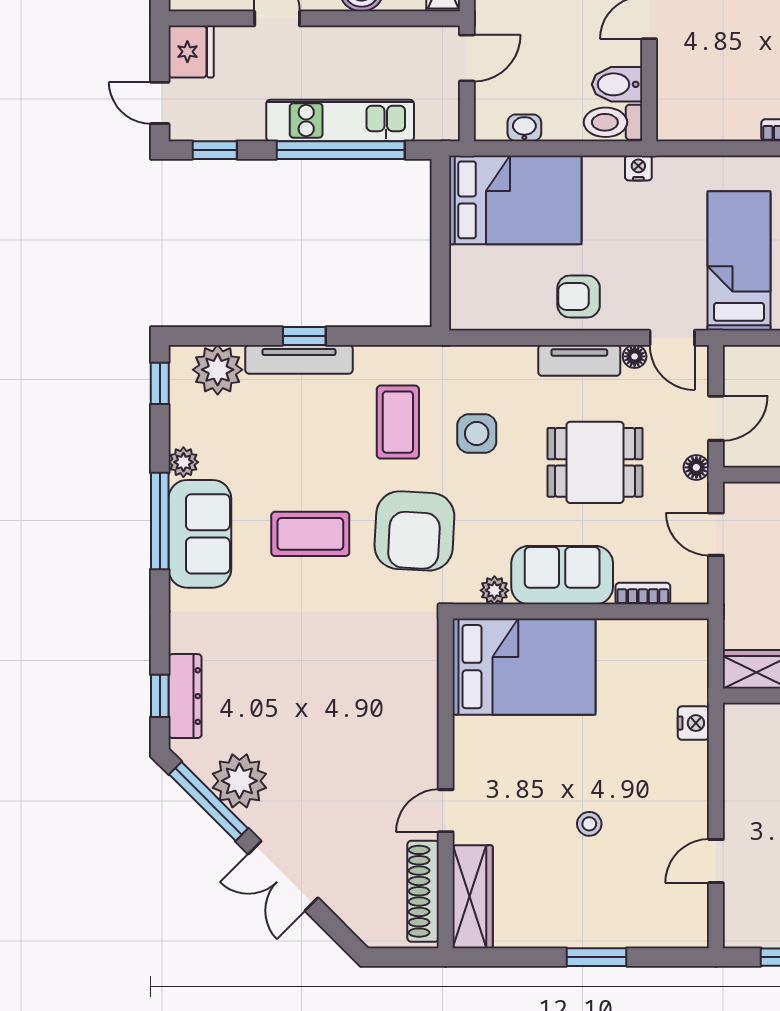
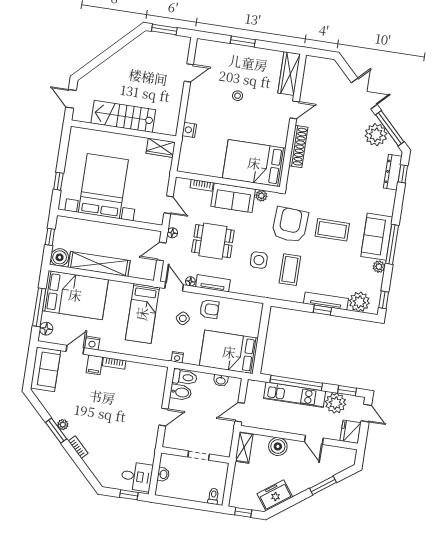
plant: (238, 116) -> (336, 403), added
side table: (639, 264) -> (183, 318), added
shoe rack: (423, 891) -> (298, 146), moved

